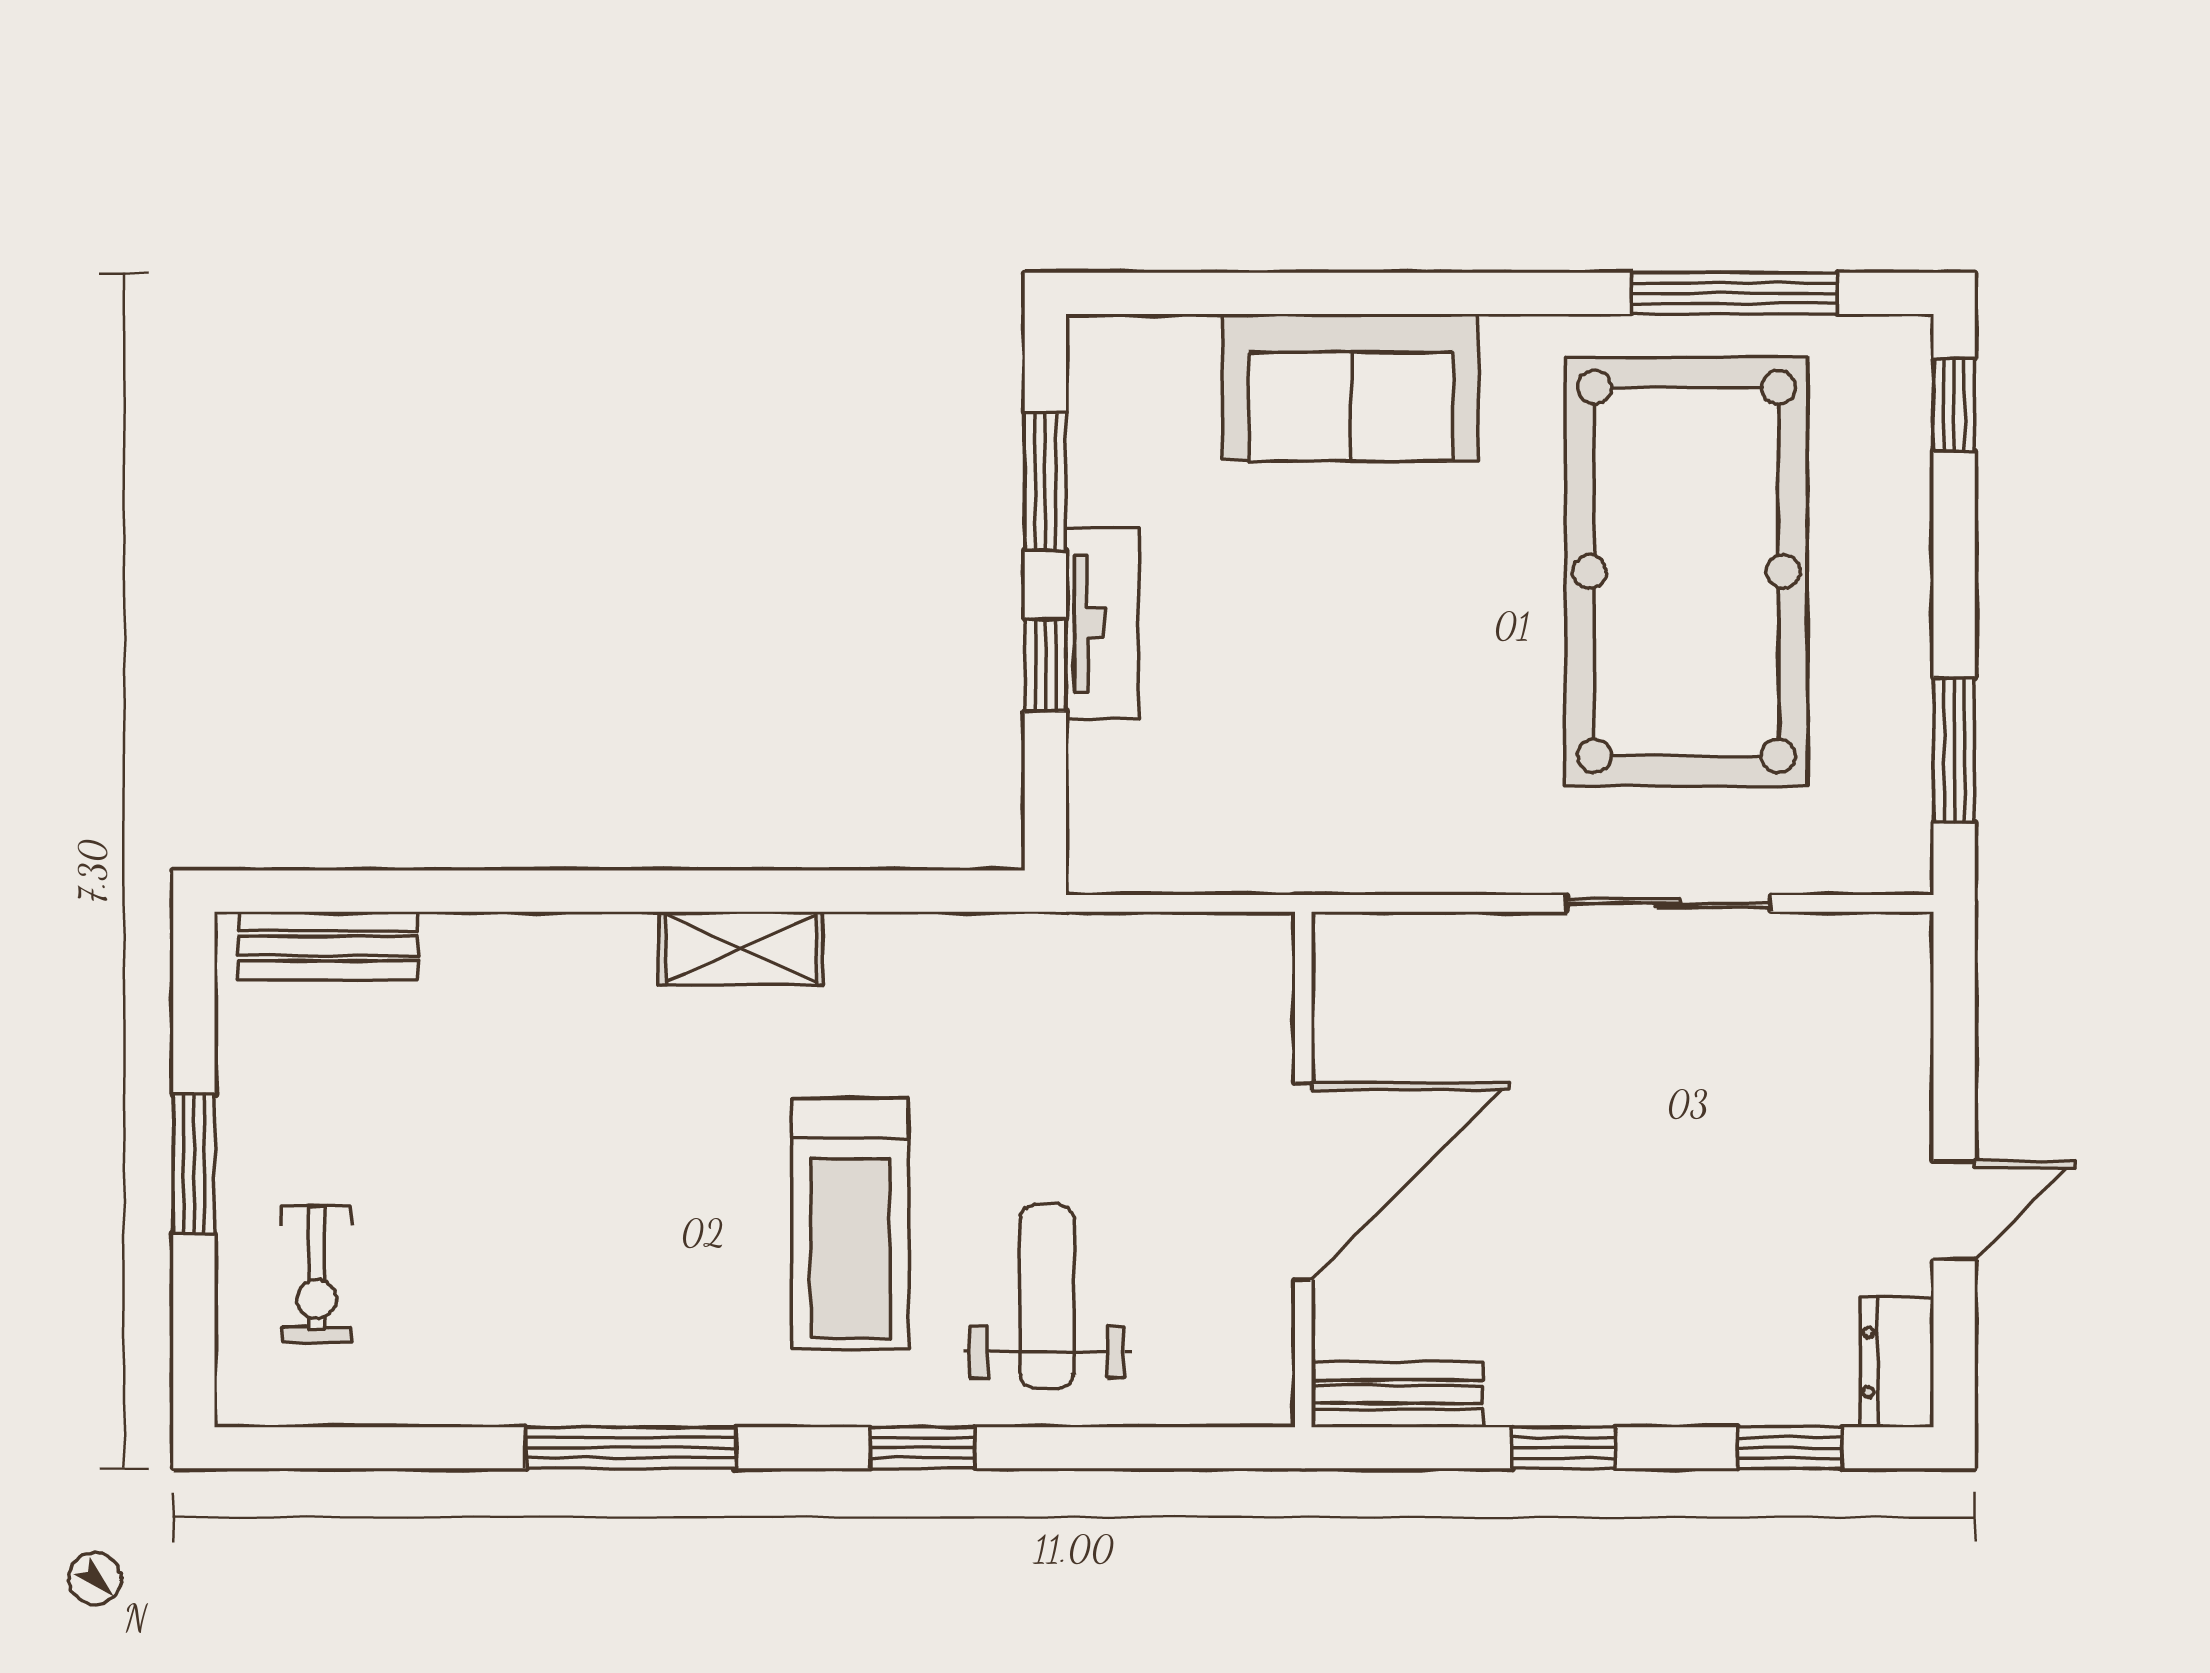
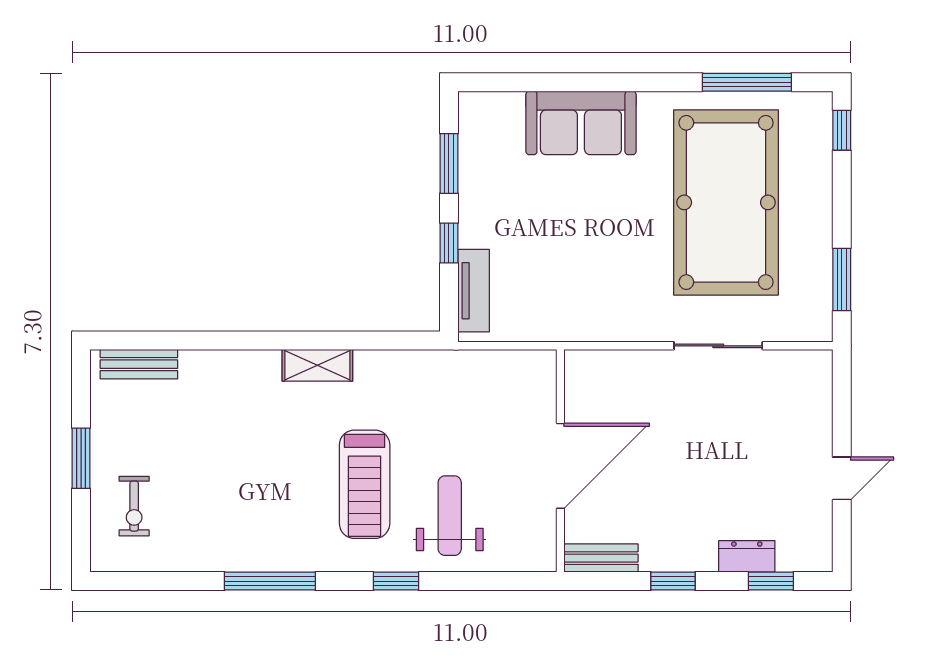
tv unit: (1102, 624) -> (474, 291), moved
dresser: (1897, 1362) -> (747, 556), moved, turned 90

